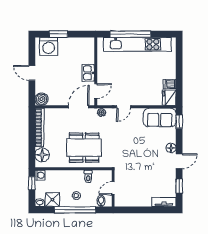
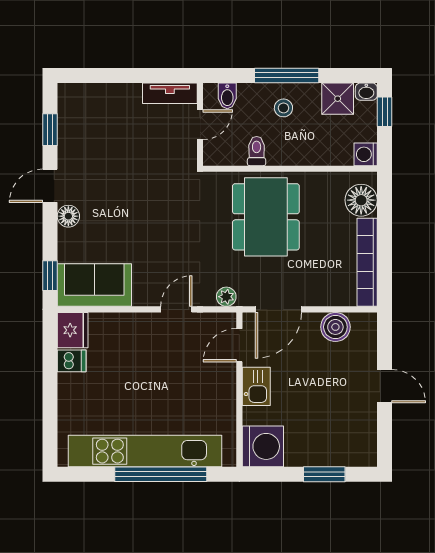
washing machine: (49, 46) -> (263, 446), moved, turned 90
boiler: (41, 99) -> (335, 327), moved
dining table: (84, 148) -> (266, 217), turned 90
window: (32, 183) -> (385, 112), moved
tv unit: (164, 202) -> (170, 93), moved
window: (75, 210) -> (287, 75), width x0.68

